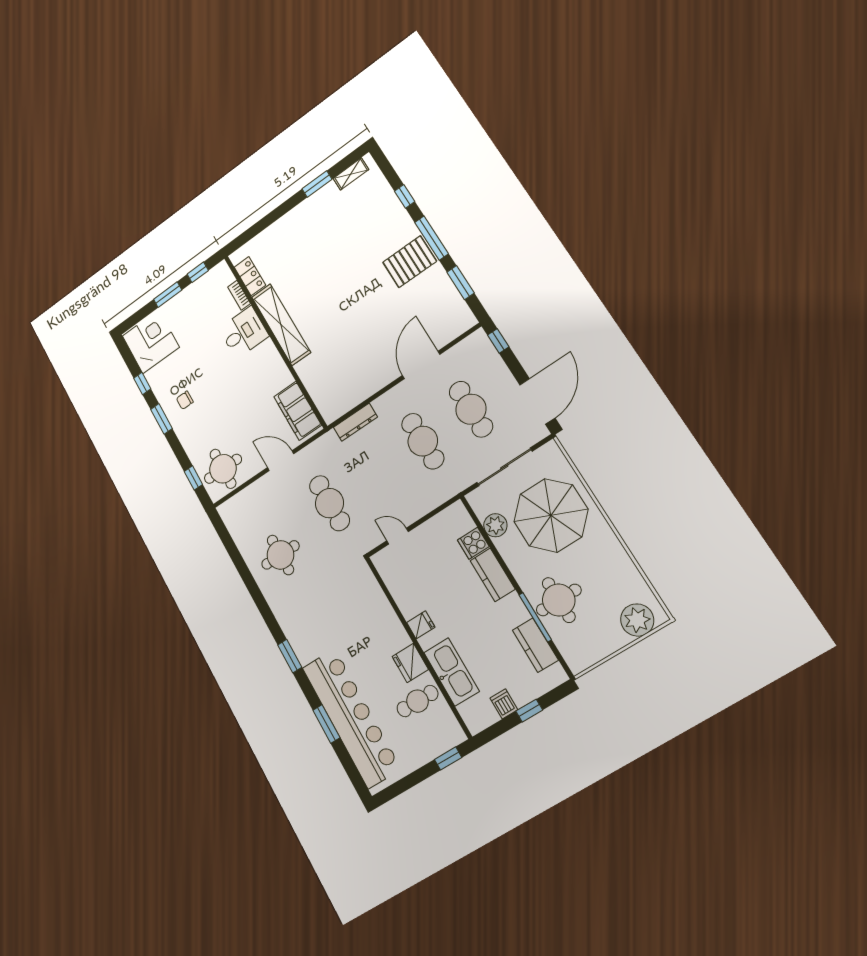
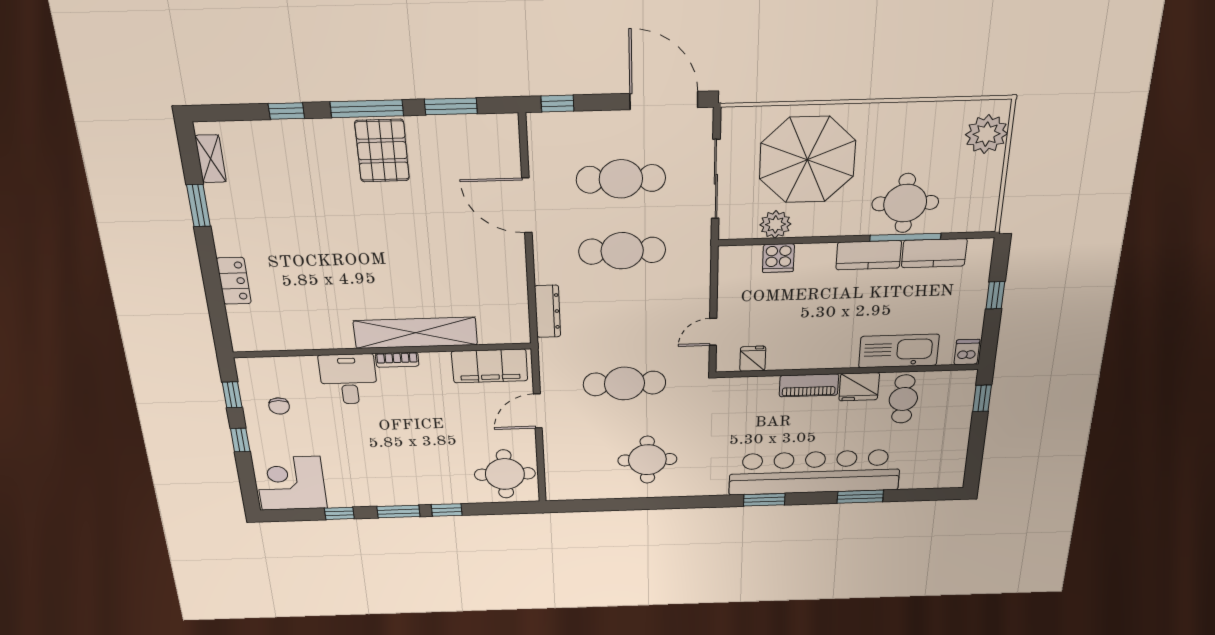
locker: (250, 276) -> (234, 281), moved, turned 90
window: (168, 295) -> (240, 440), width x0.67
bookcase: (239, 295) -> (397, 360), moved
shelving: (281, 325) -> (416, 333), moved
chair: (185, 400) -> (279, 406), moved
window: (193, 478) -> (447, 510), moved
kitchen counter: (493, 575) -> (869, 255), moved
fridge: (421, 625) -> (753, 359), moved
piano: (393, 627) -> (809, 385), added
dishwasher: (504, 704) -> (967, 352), moved, turned 90
bar counter: (351, 718) -> (815, 472), moved

